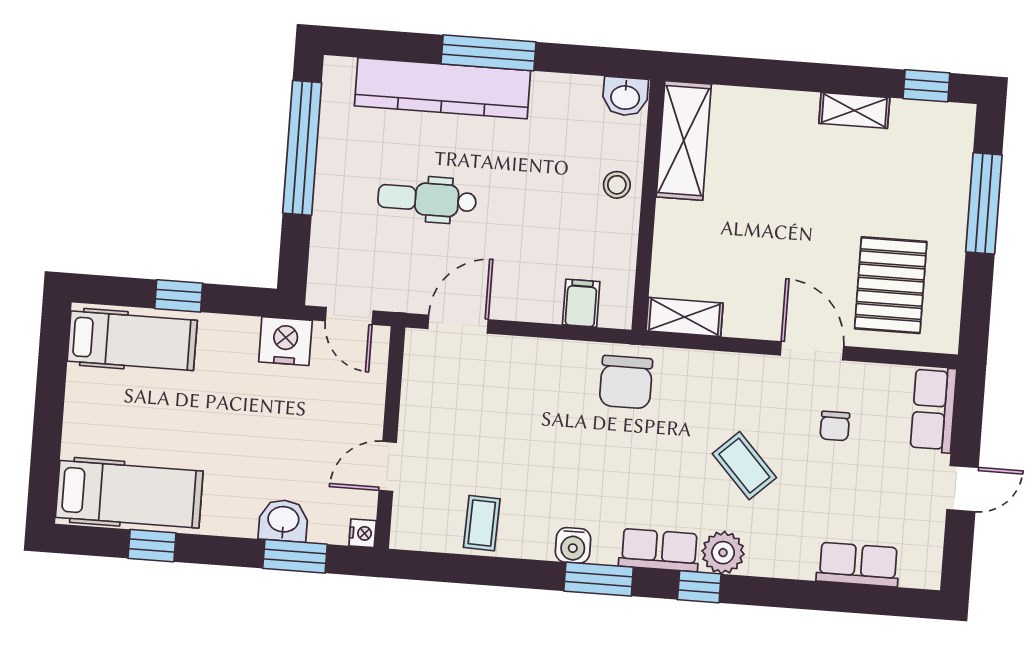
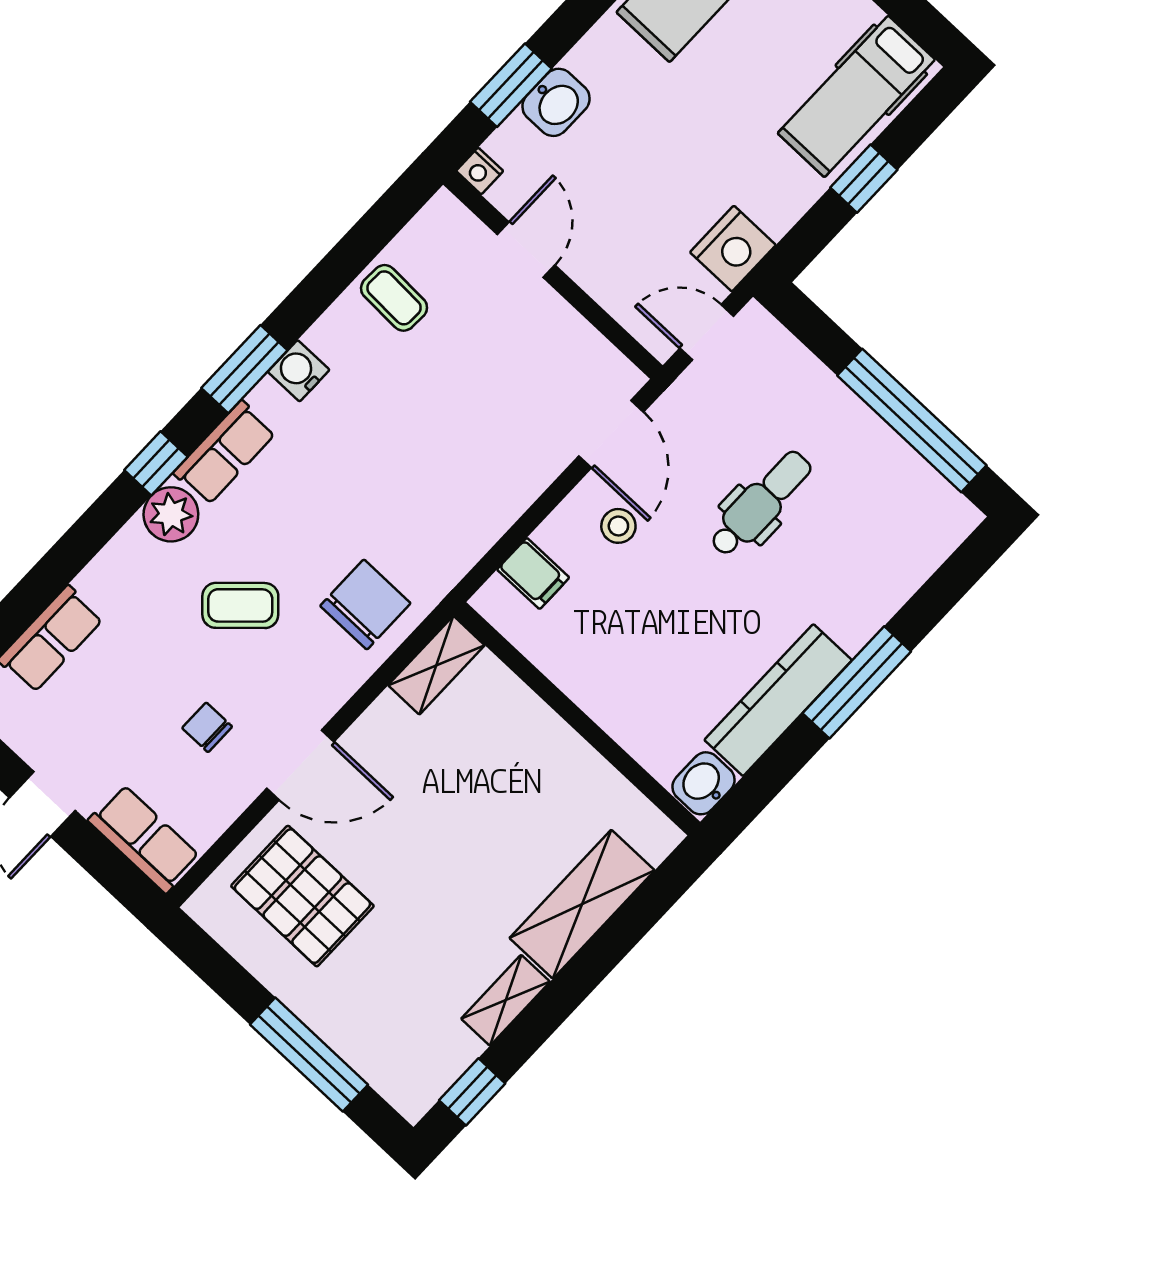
kitchen counter: (442, 88) -> (778, 700), moved, width x0.72, depth x0.86
shelving: (684, 141) -> (582, 904), moved, turned 90
stool: (617, 185) -> (618, 526), moved
chair: (626, 382) -> (365, 605), moved, turned 90

